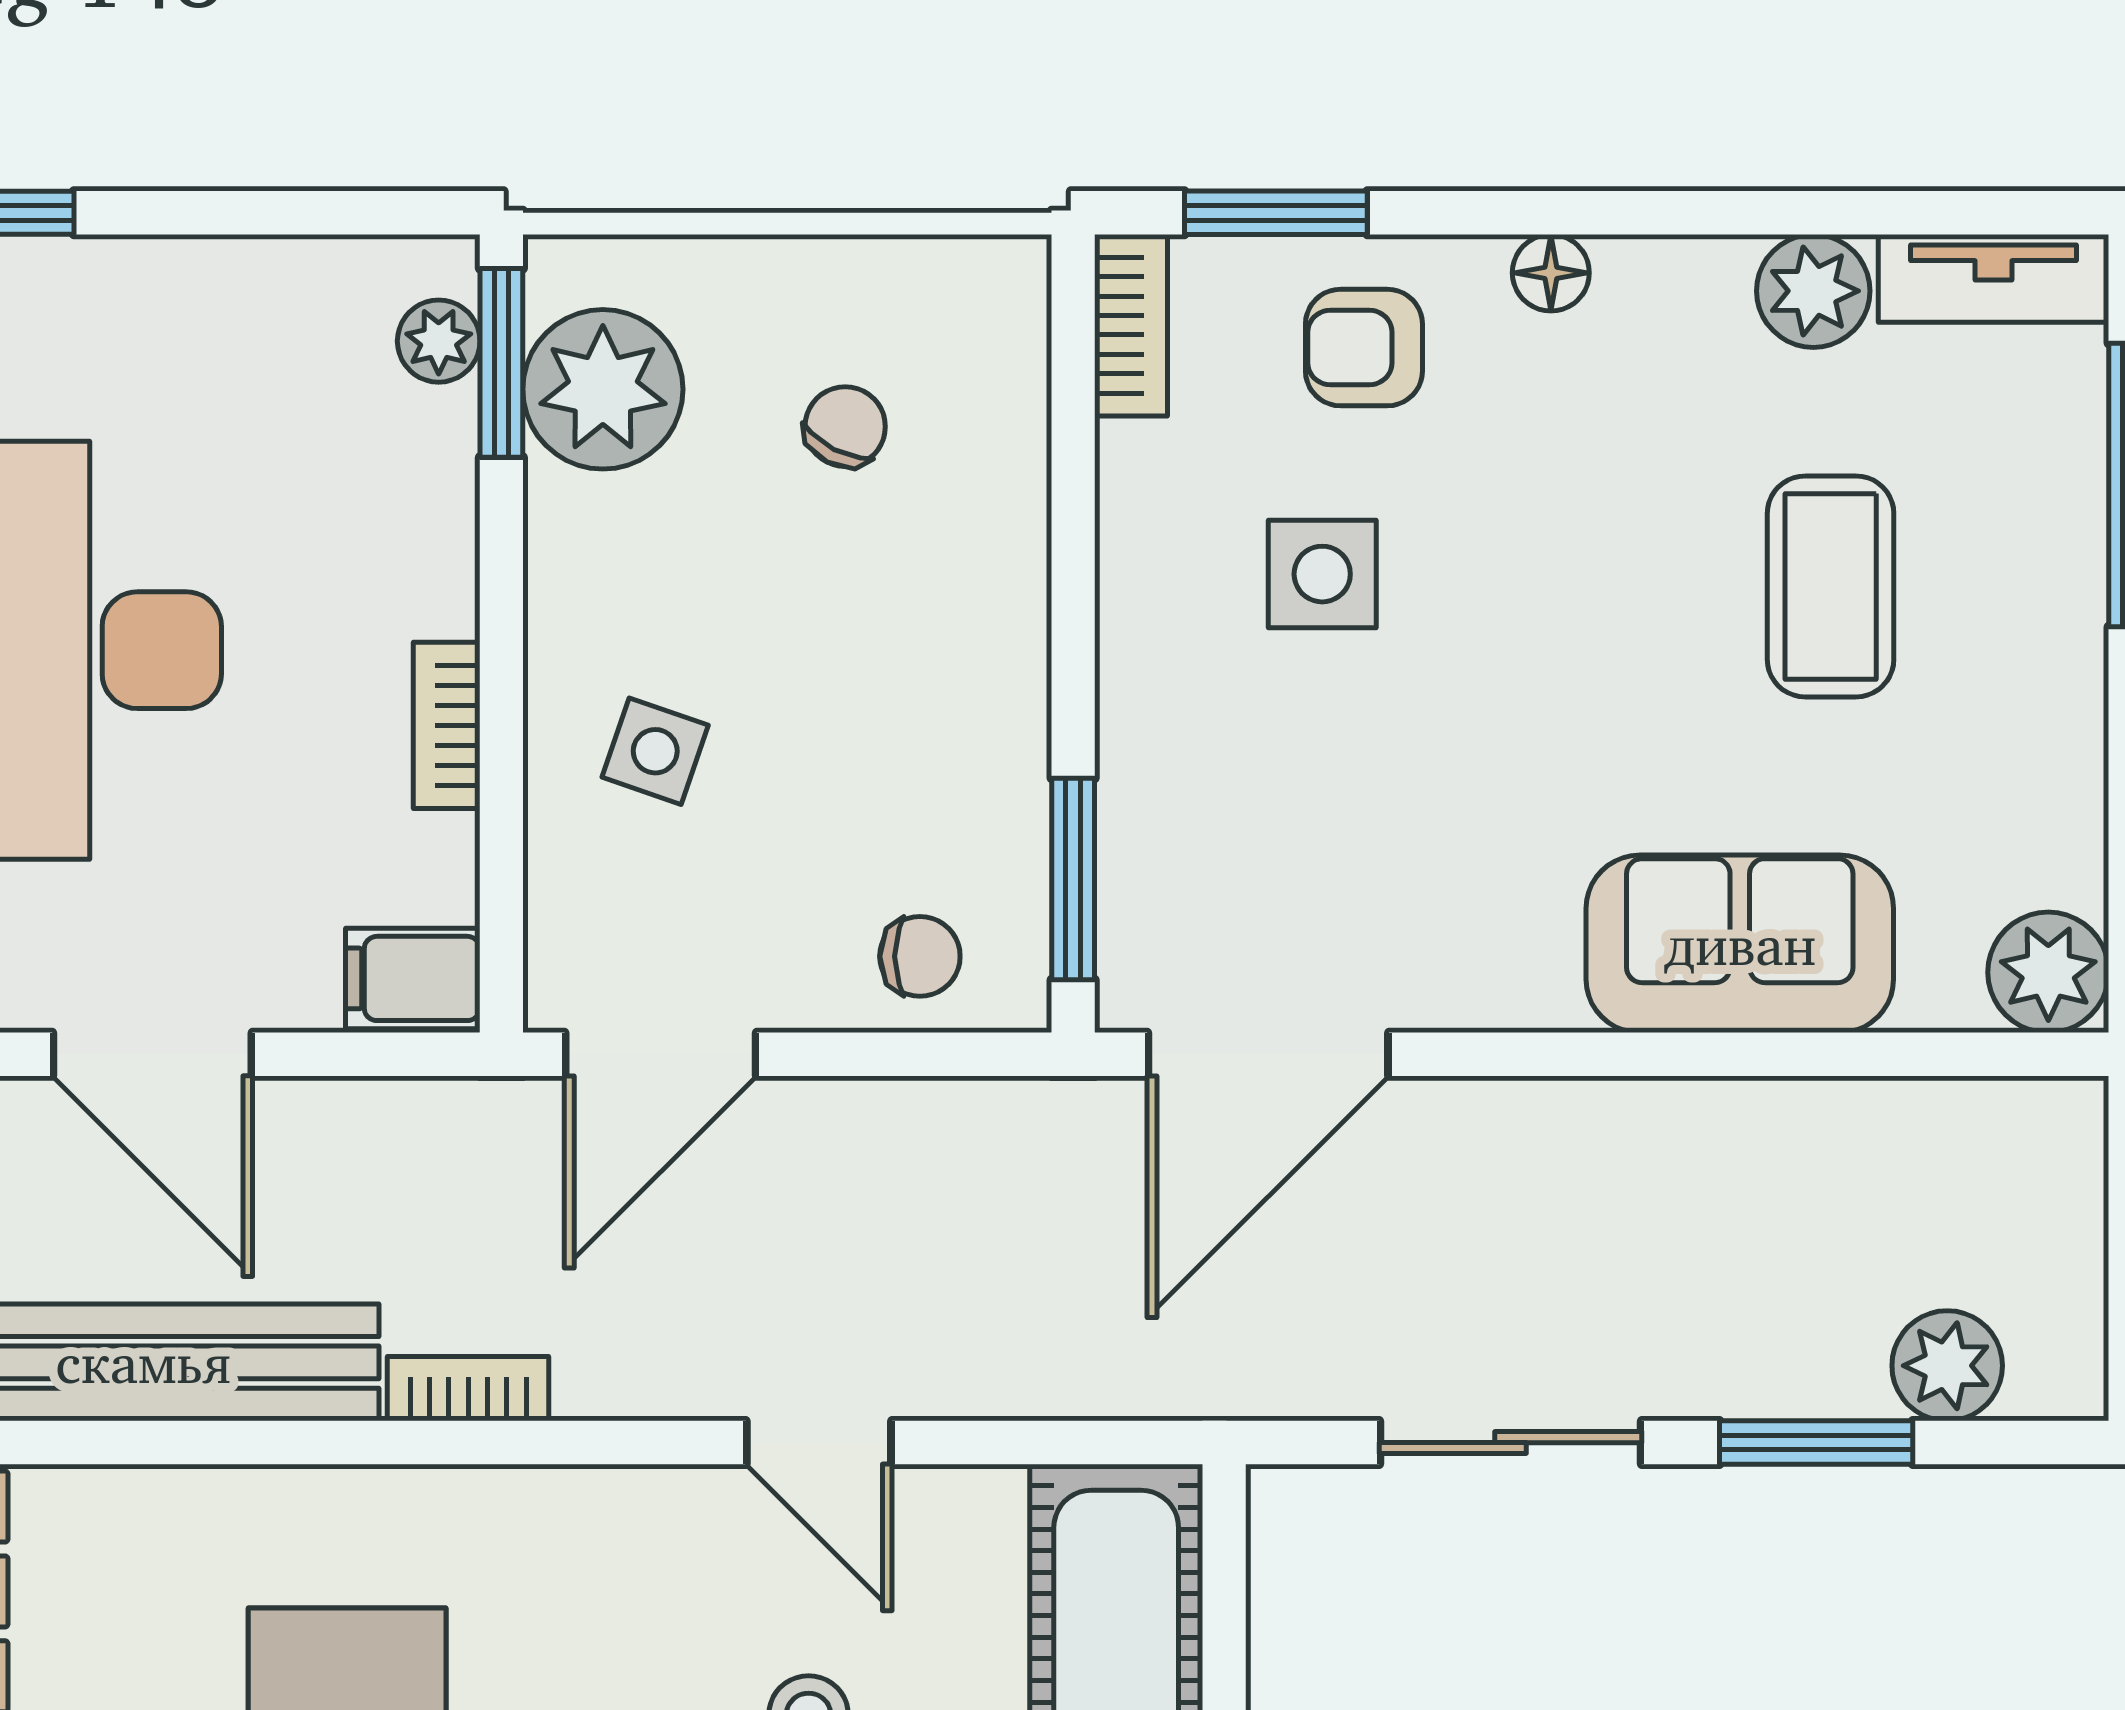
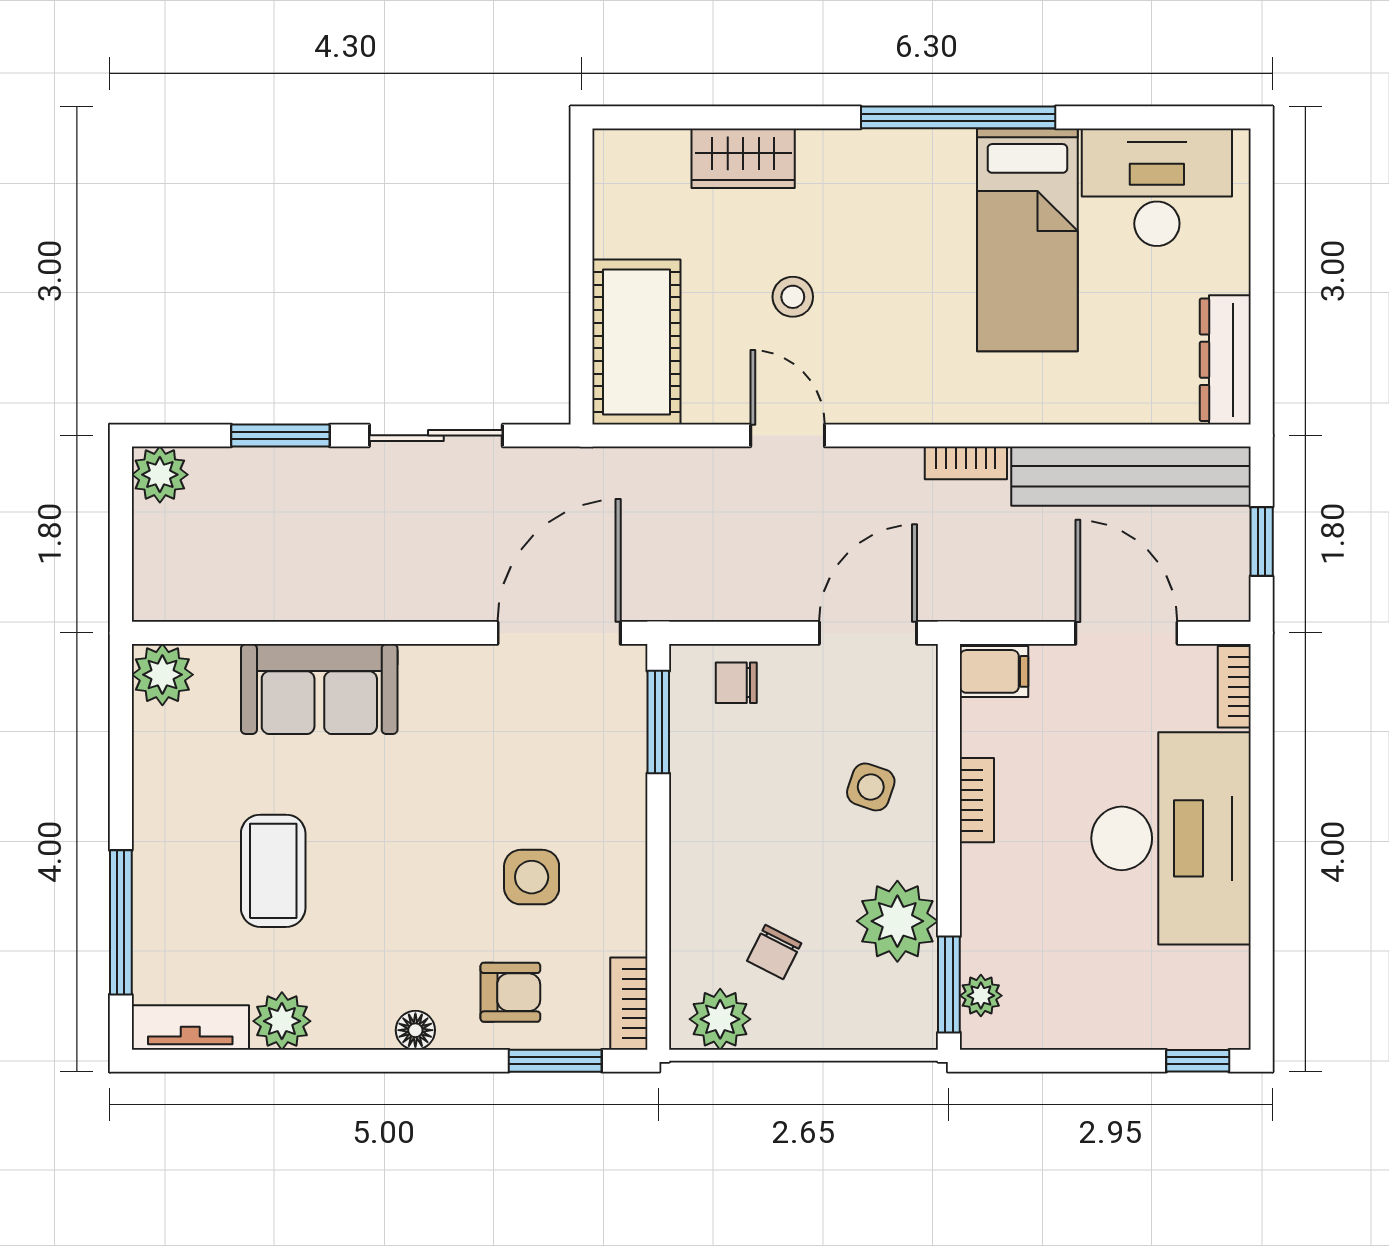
plant: (952, 294) -> (720, 1019), added
plant: (603, 389) -> (897, 921), moved
plant: (1947, 1366) -> (160, 475), moved

